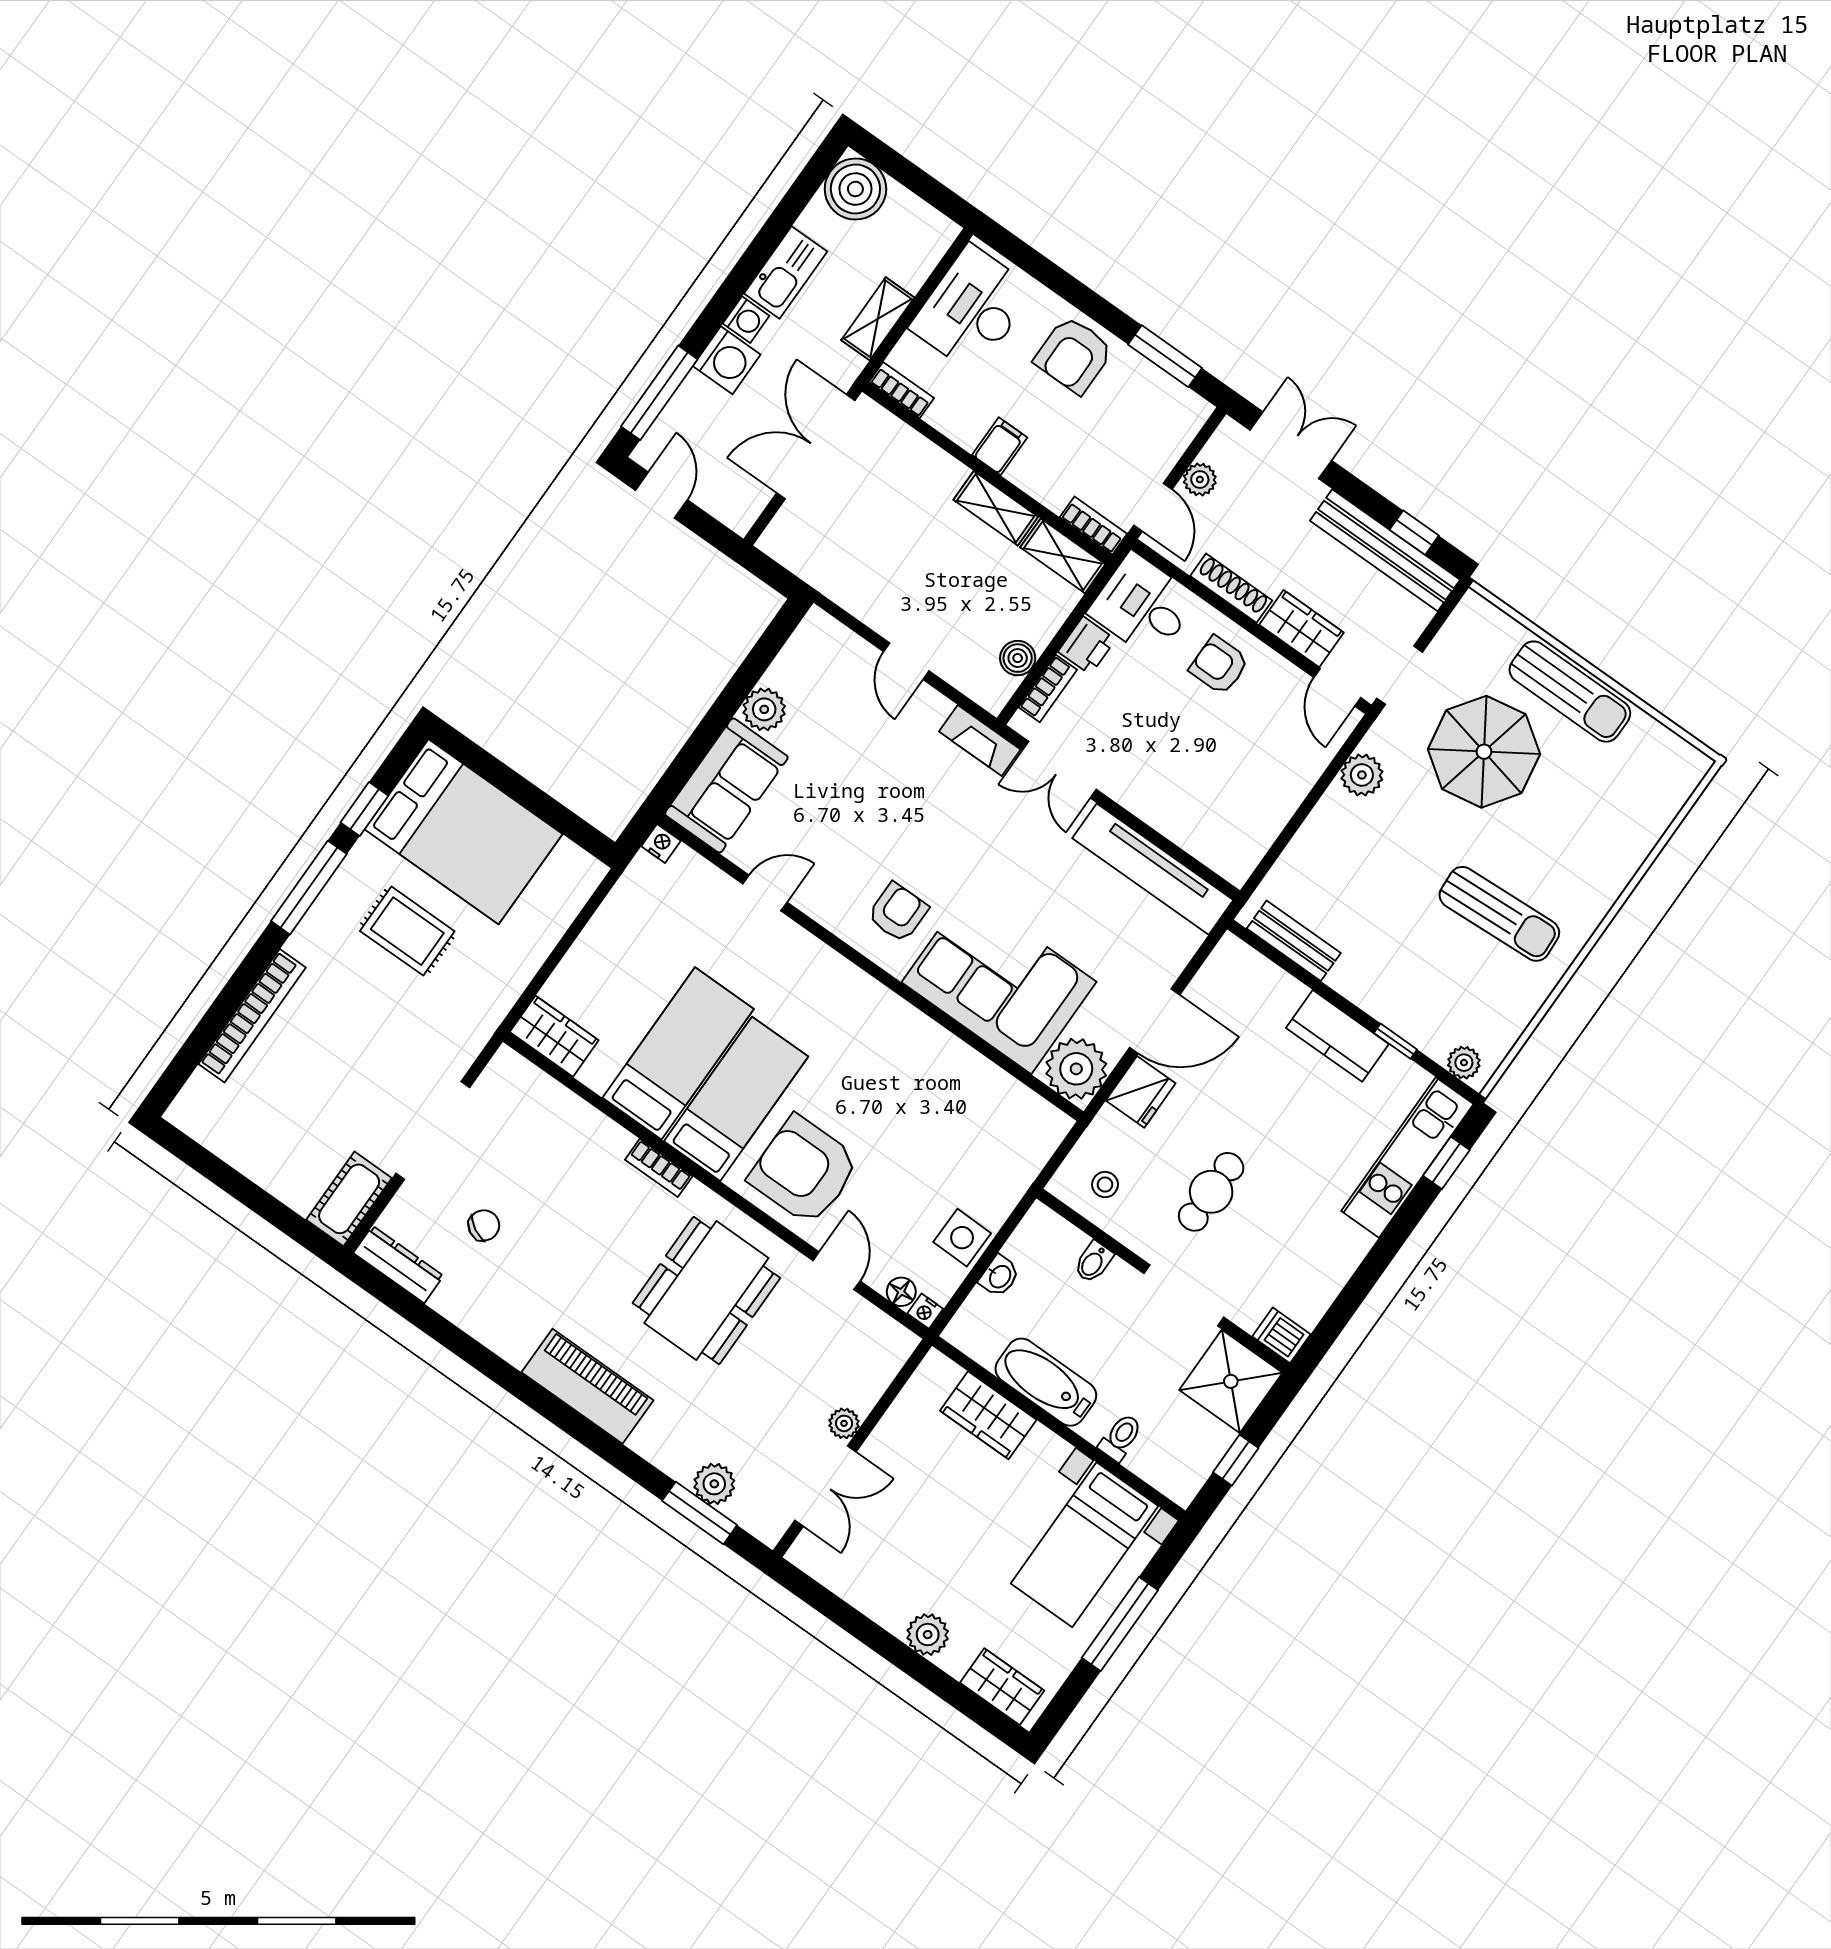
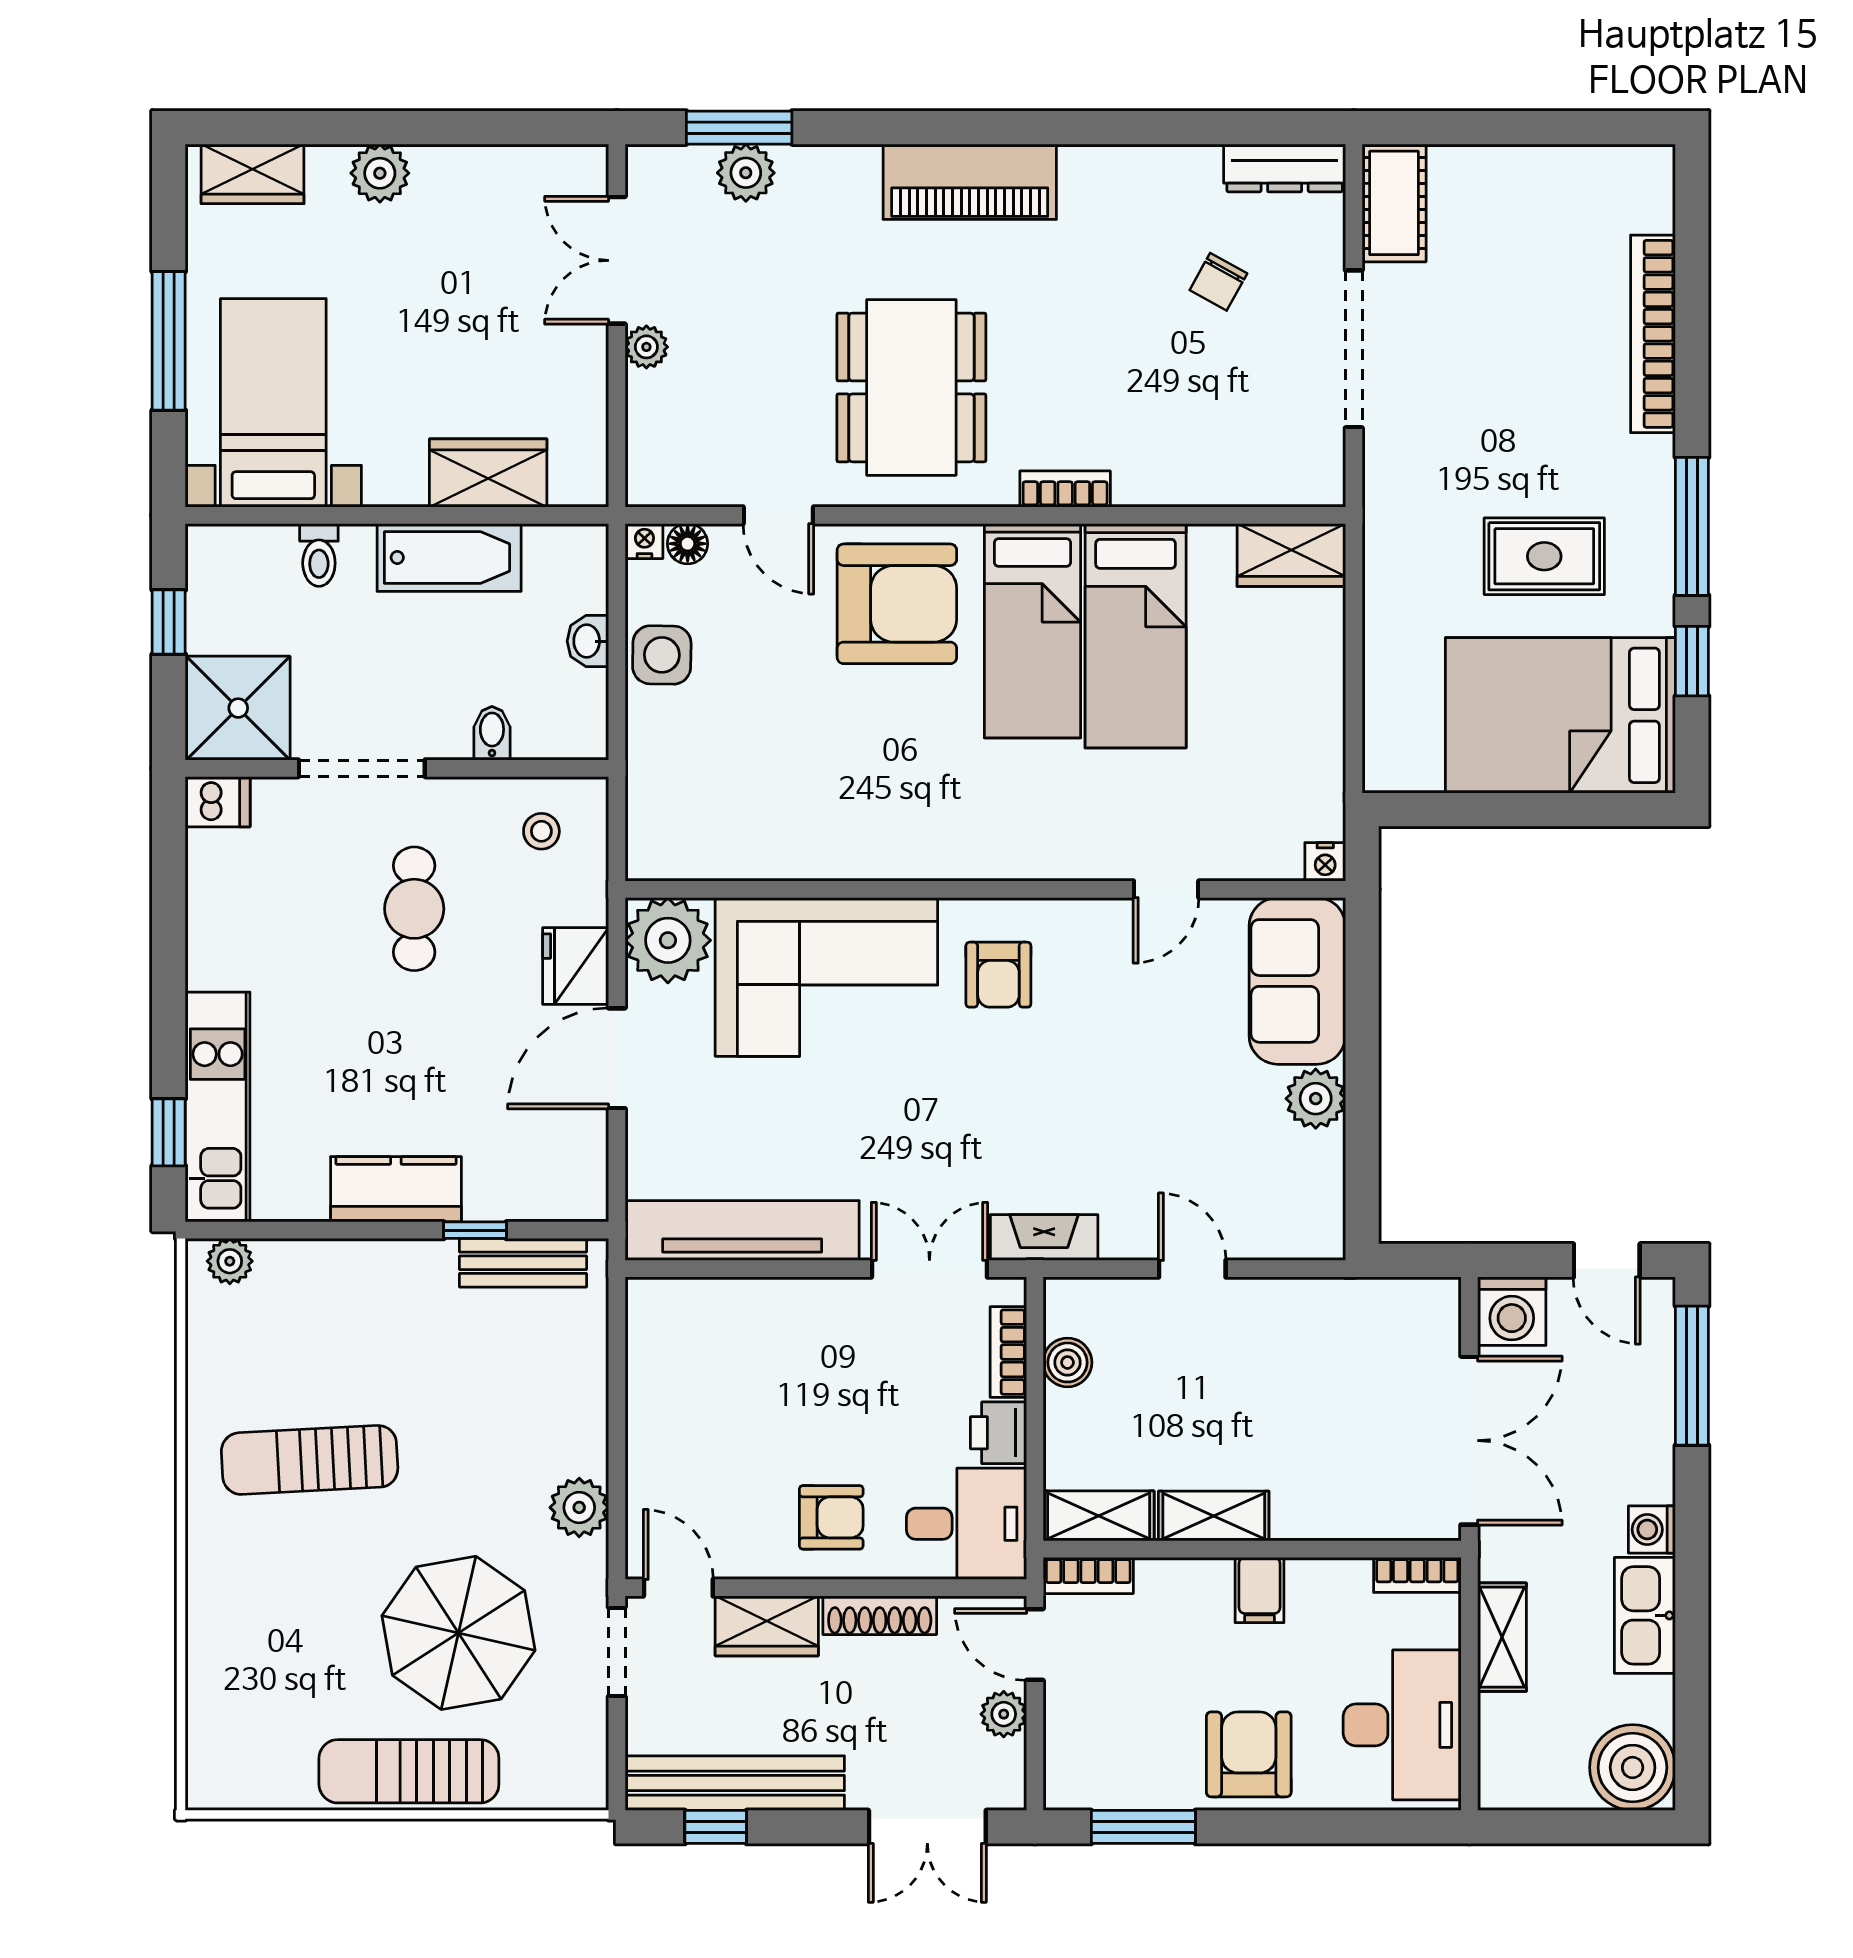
washing machine: (727, 360) -> (1512, 1311), moved, turned -90
window: (1395, 1041) -> (475, 1230), moved

